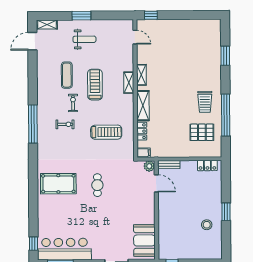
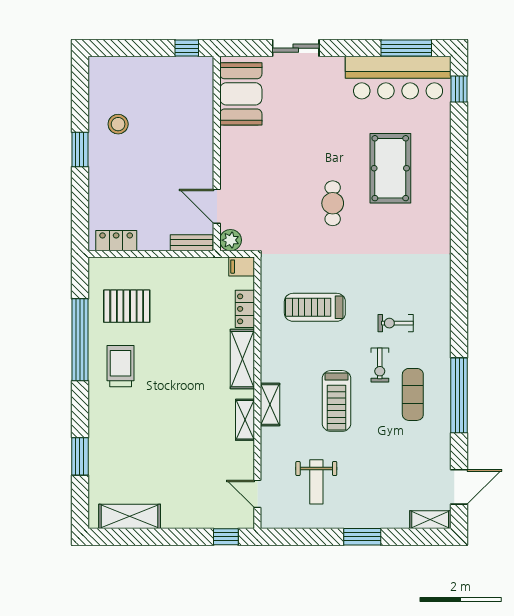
shelving: (200, 25) -> (130, 516), added
weight bench: (84, 39) -> (316, 482), moved, turned -90
exercise mat: (67, 75) -> (413, 394), moved
window: (33, 124) -> (459, 395), moved
pool table: (58, 184) -> (390, 168), moved, turned 90

